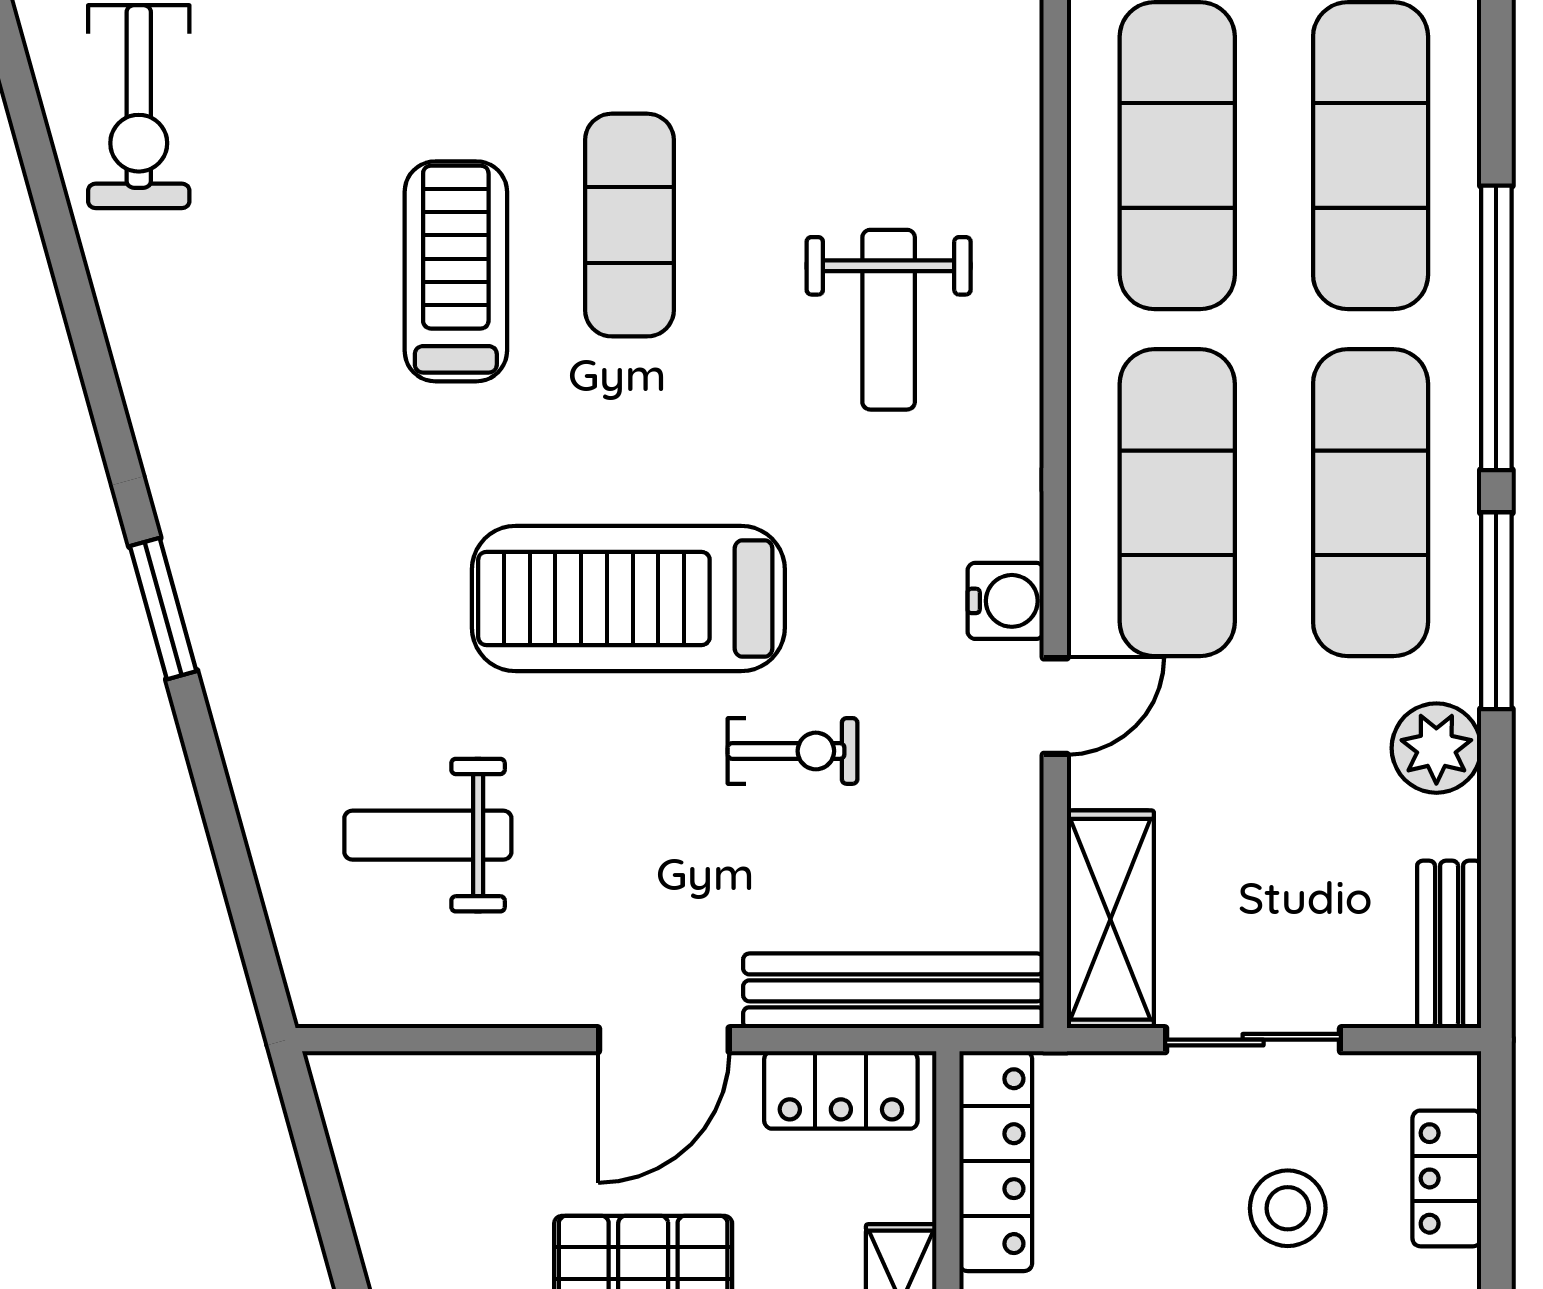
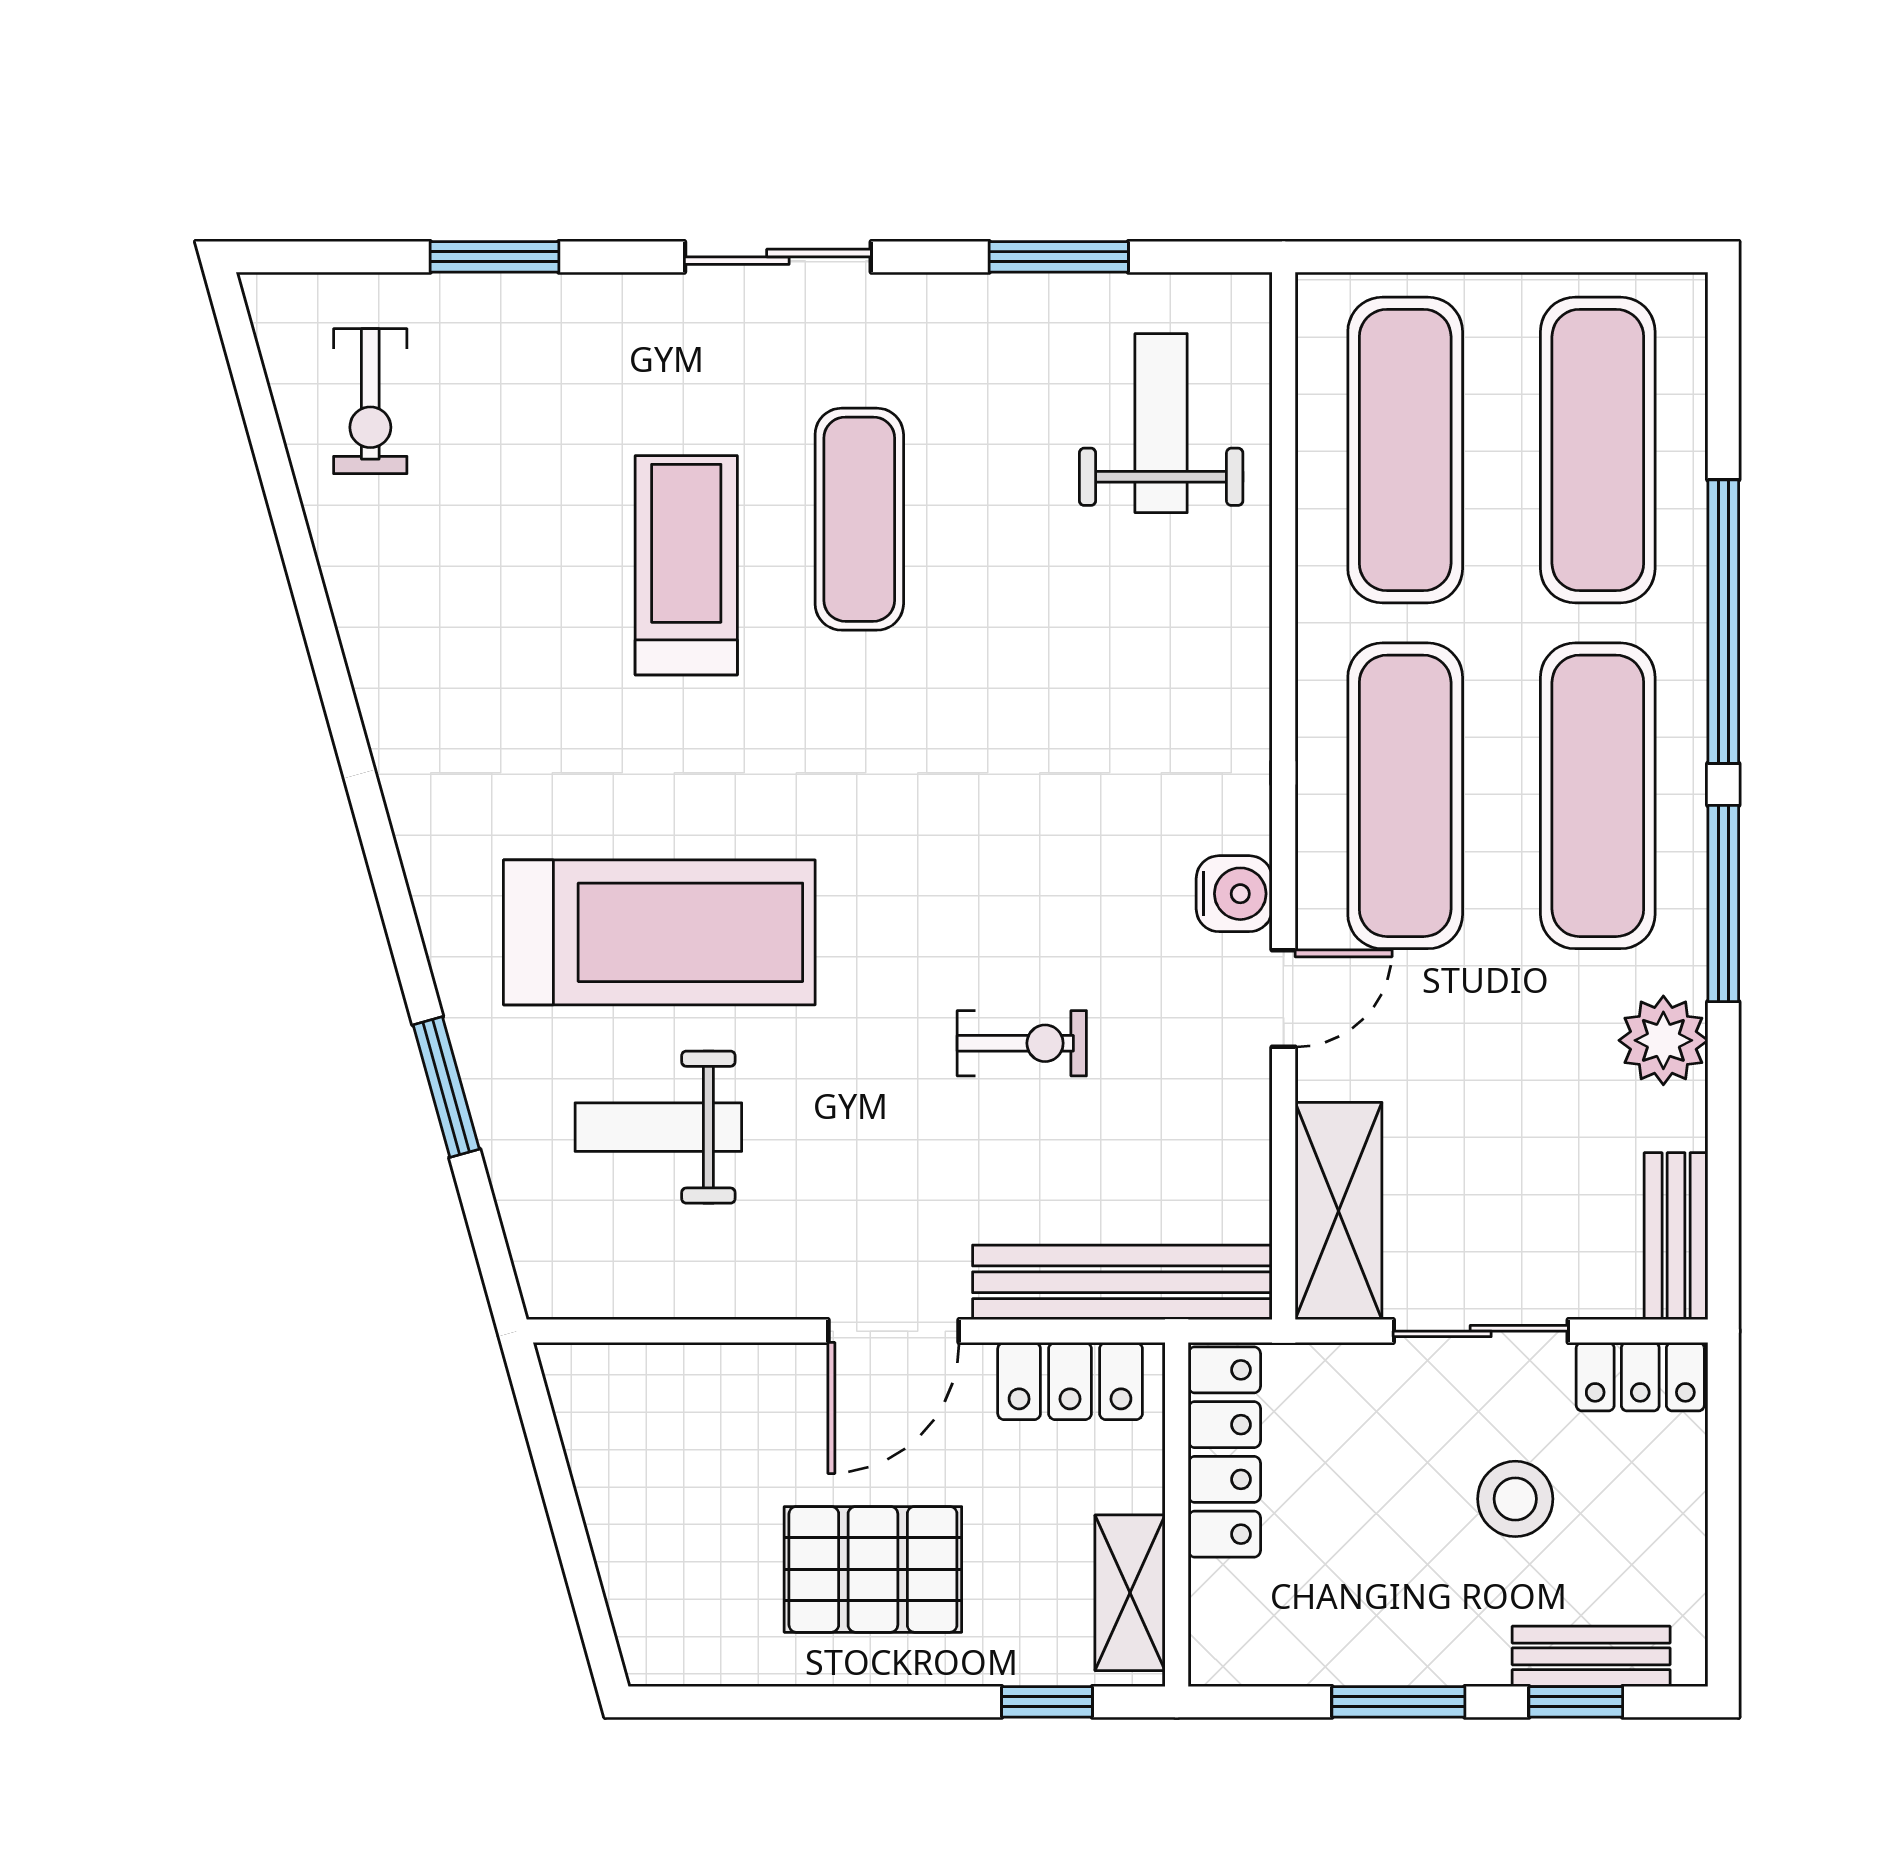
exercise bike: (139, 107) -> (370, 401), width x0.73, depth x0.72
weight bench: (889, 320) -> (1161, 423), moved, turned 180
treadmill: (628, 598) -> (659, 932), moved, turned 180
window: (163, 609) -> (446, 1087), moved
locker: (1447, 1178) -> (1640, 1377), moved, turned -90

